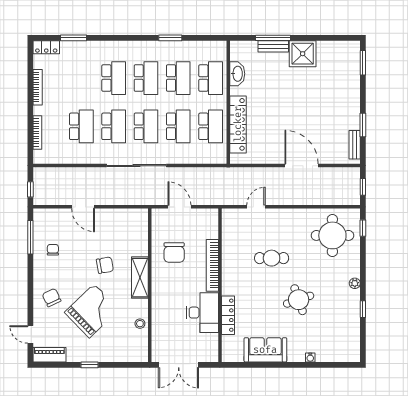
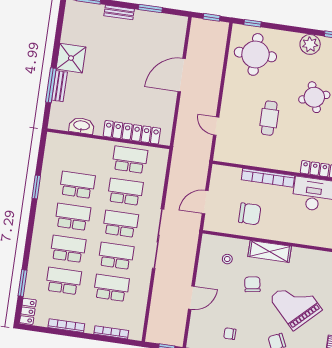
school desk: (211, 78) -> (63, 281), moved
bench: (355, 145) -> (119, 12), moved
plant: (355, 283) -> (310, 44), width x1.87, depth x1.87
stool: (140, 324) -> (227, 259), moved

